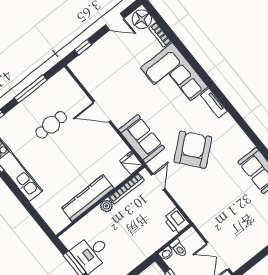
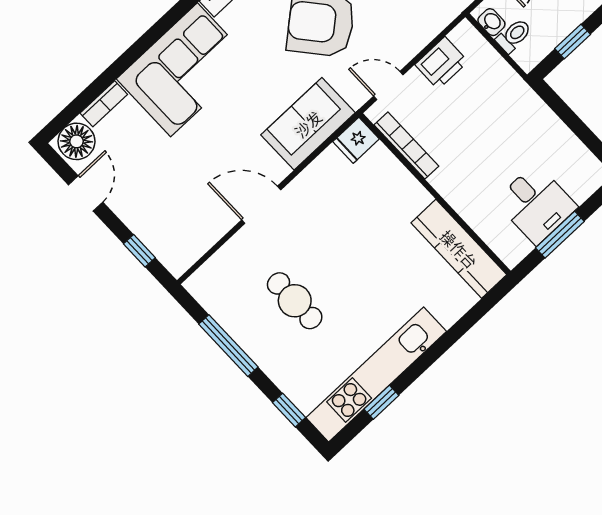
door: (102, 112) -> (261, 205), swing flipped
kitchen counter: (88, 198) -> (459, 249), moved
plant: (106, 206) -> (443, 181), removed
printer: (176, 221) -> (441, 63), moved
washbasin: (166, 253) -> (491, 22), moved

